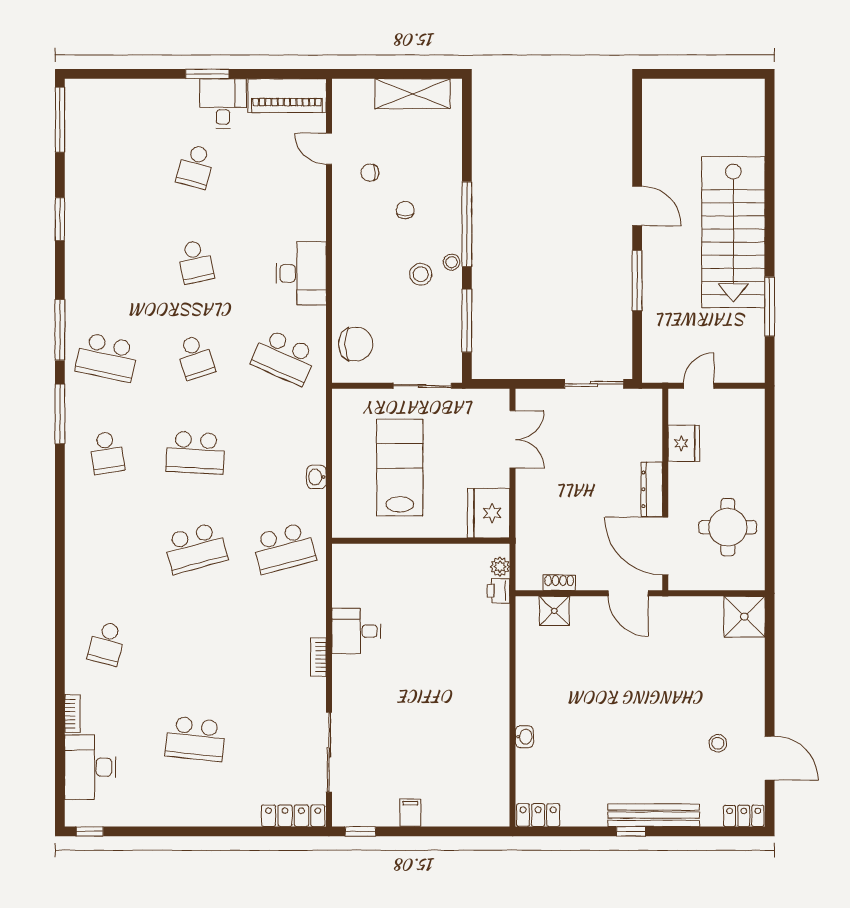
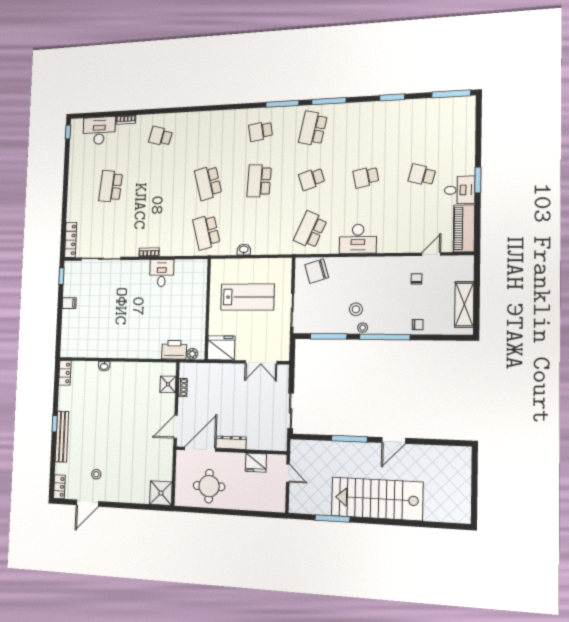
chair: (405, 210) -> (418, 325), moved
chair: (356, 344) -> (317, 271), turned 73
printer: (499, 591) -> (174, 350), width x1.87, depth x1.48

